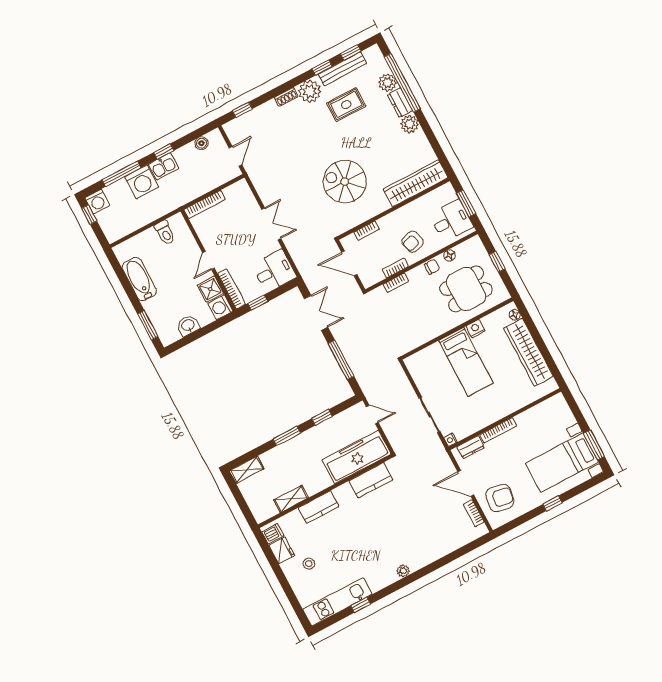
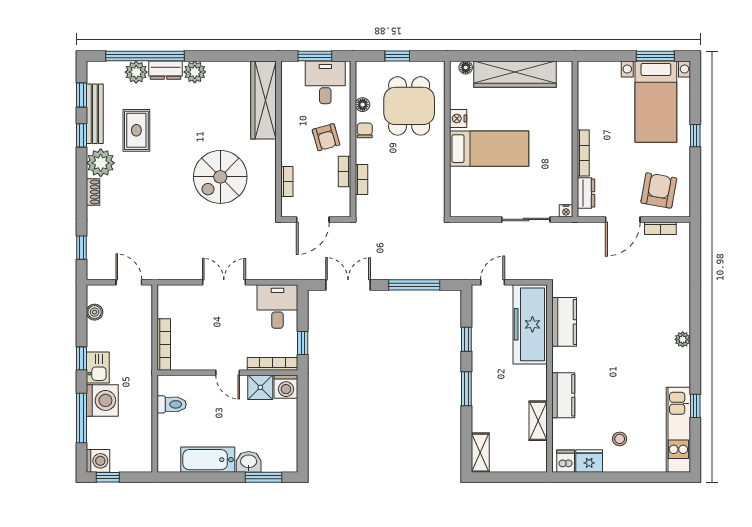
washbasin: (188, 325) -> (249, 462), moved, turned 90

